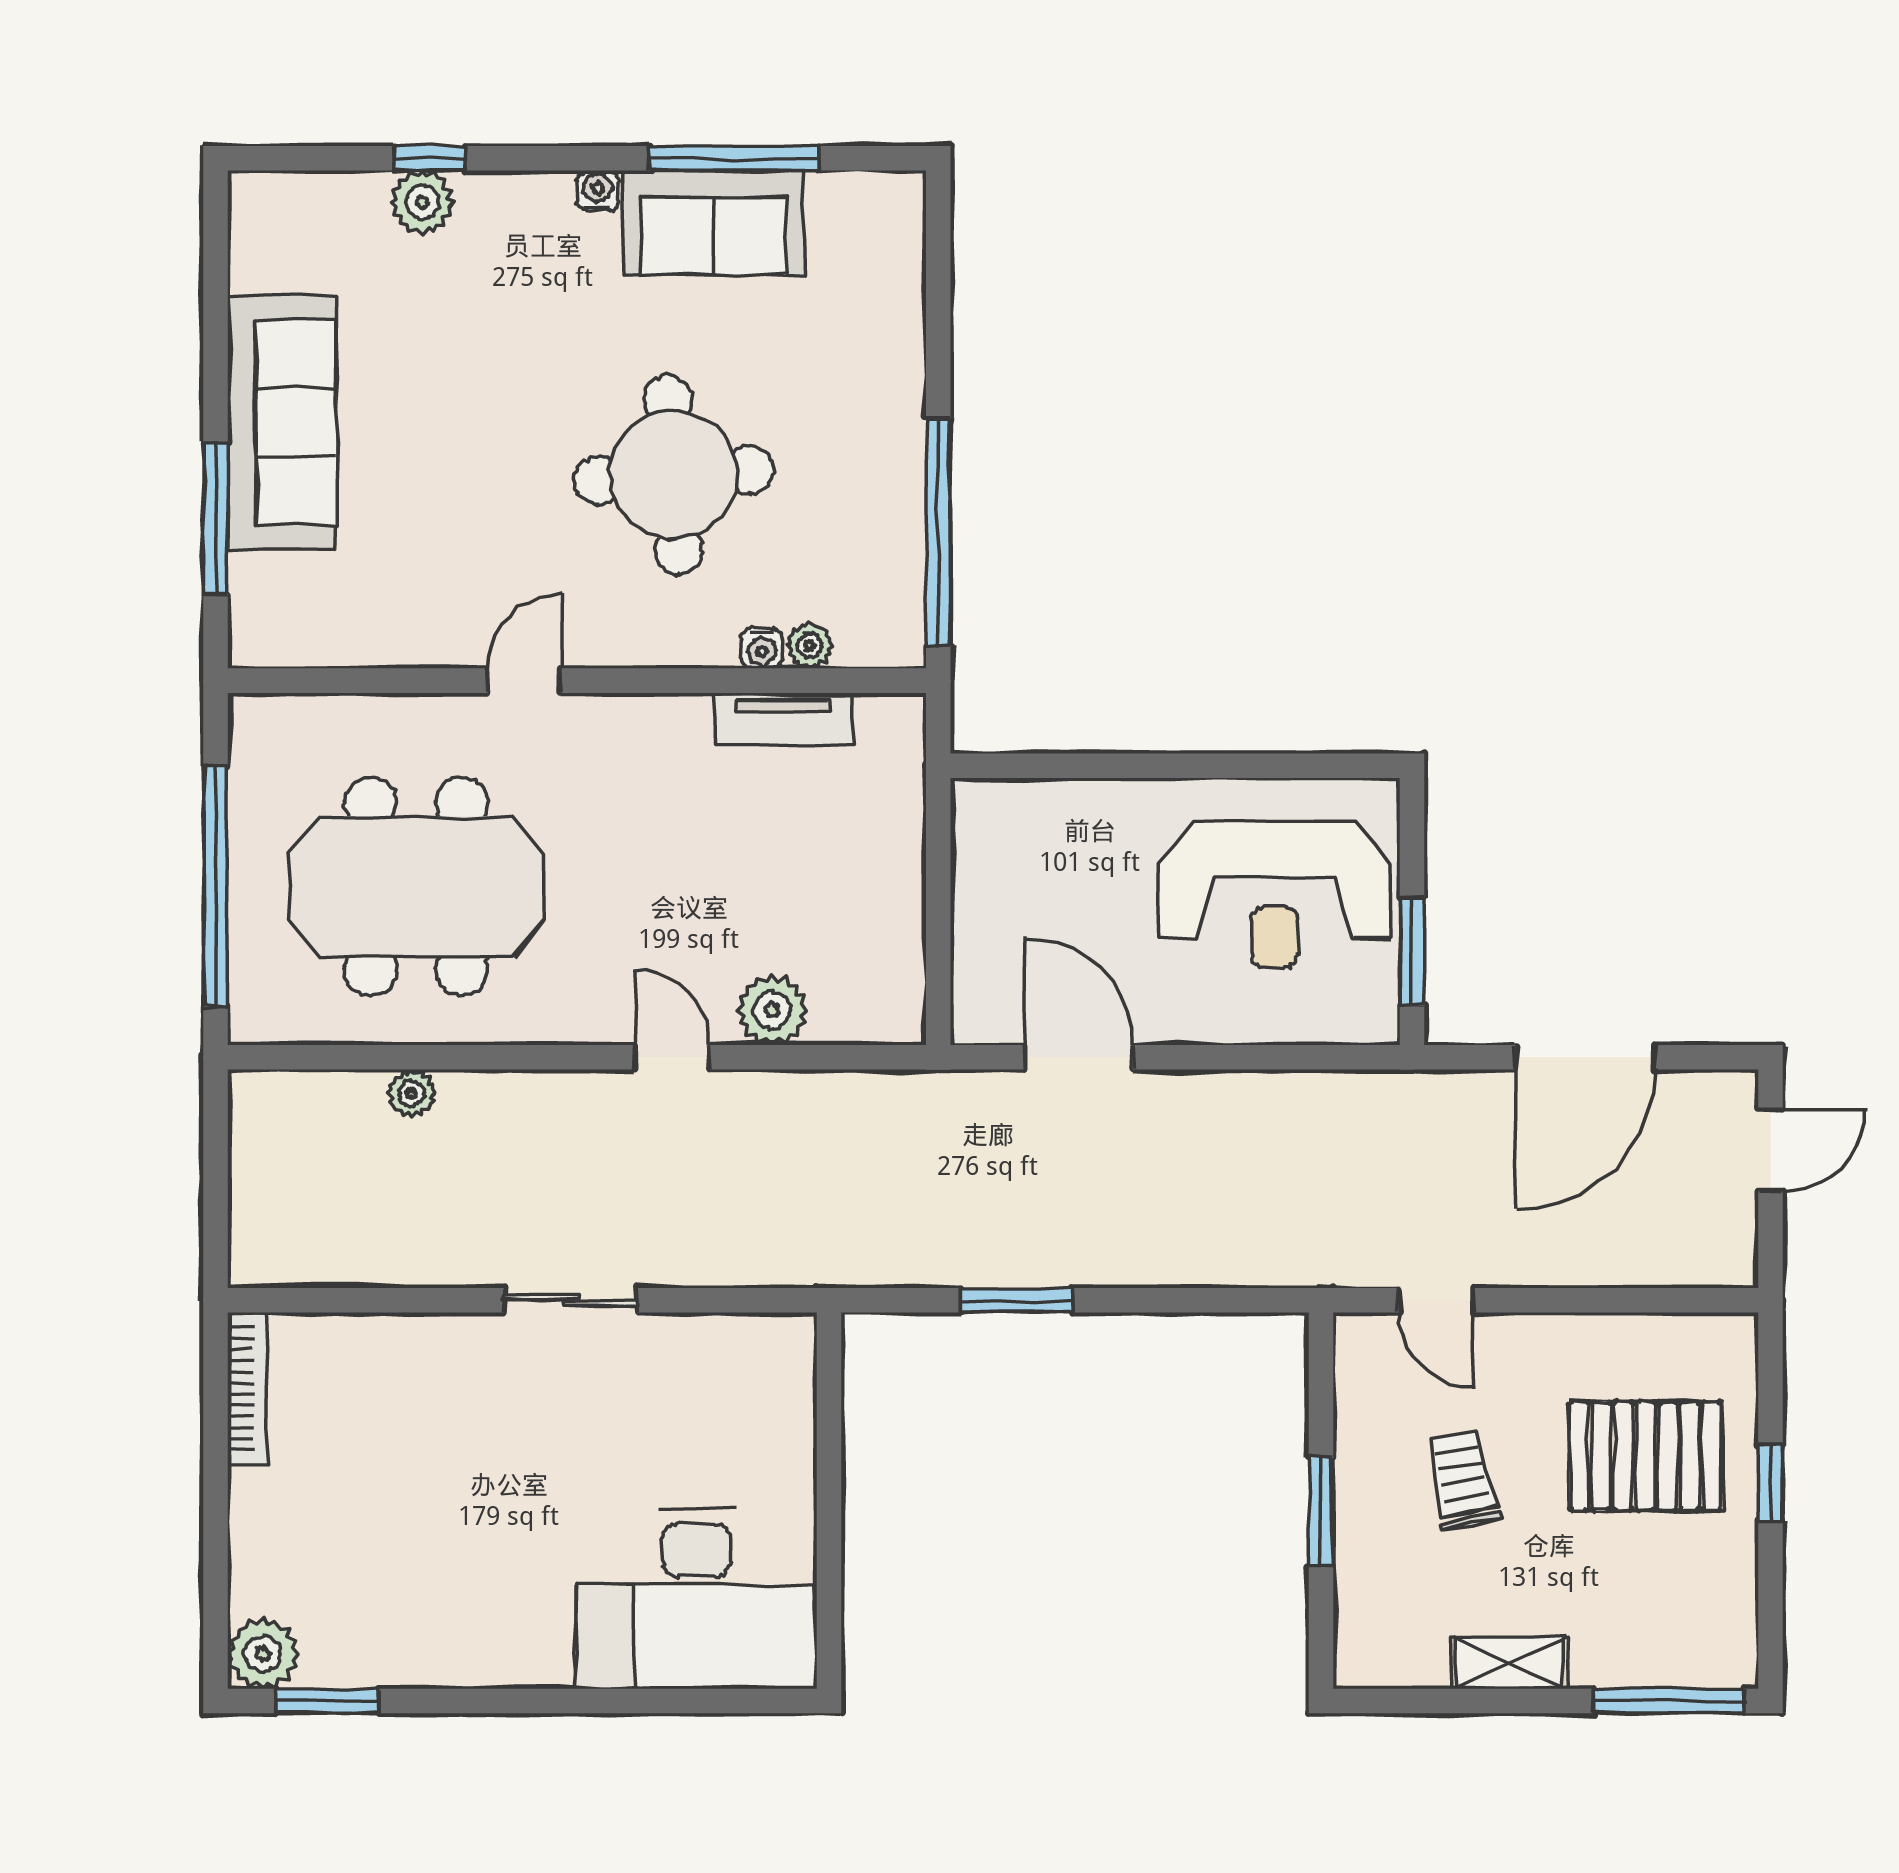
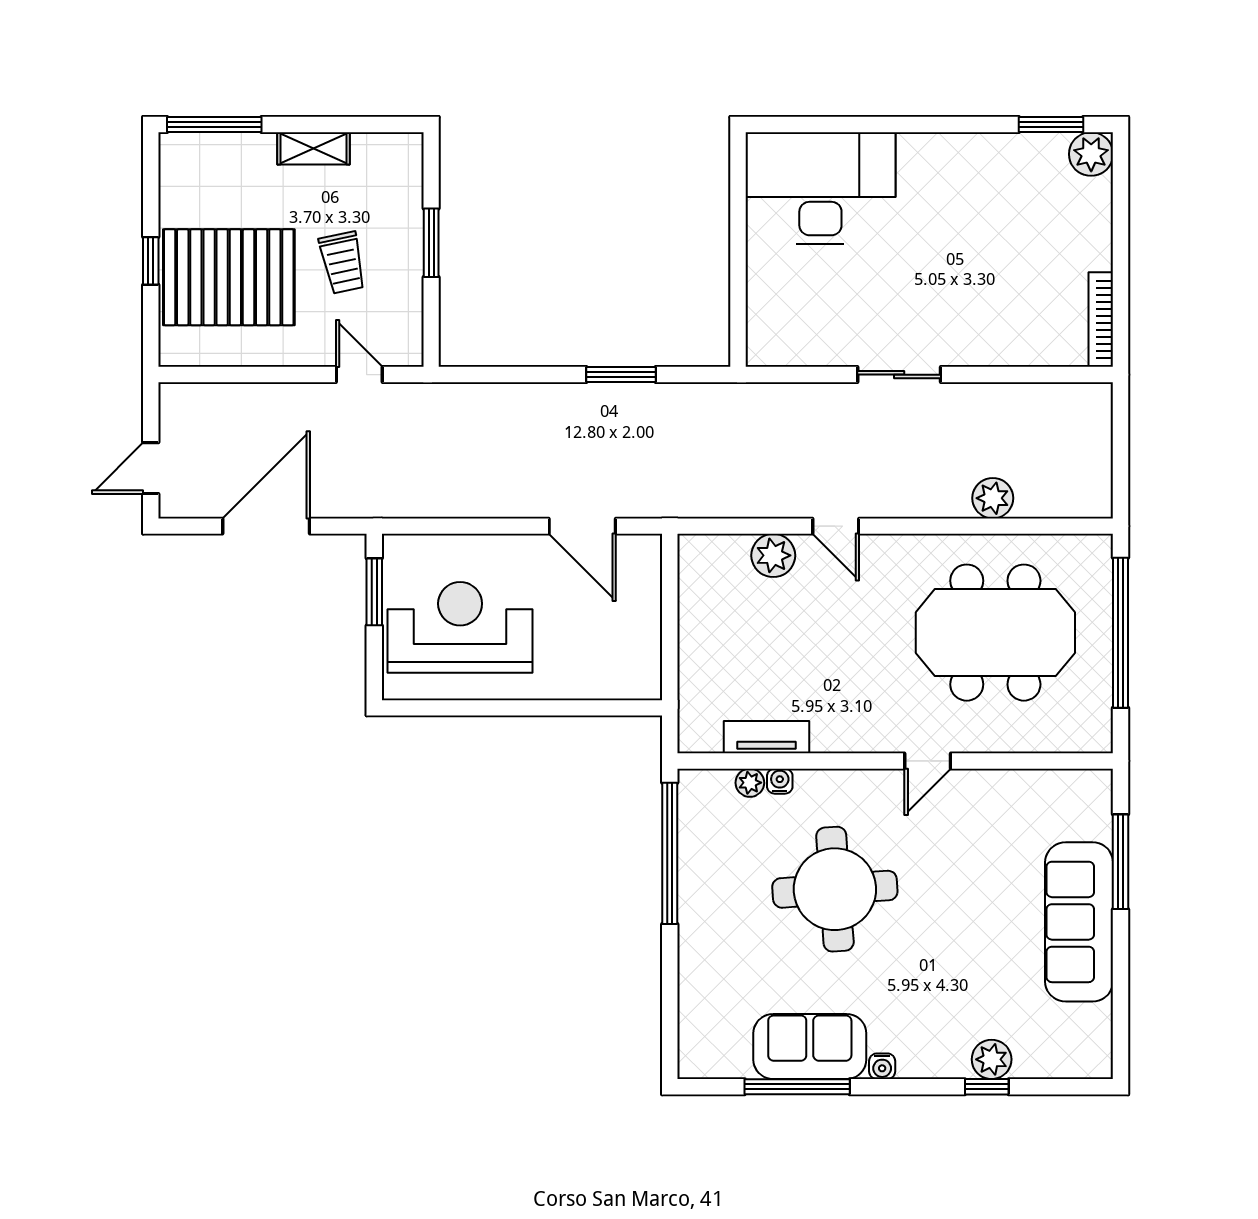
plant: (411, 1093) -> (993, 498), width x1.38, depth x1.38
pallet: (1645, 1456) -> (229, 277), width x1.37, depth x1.41

